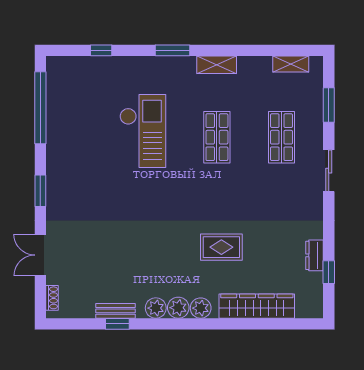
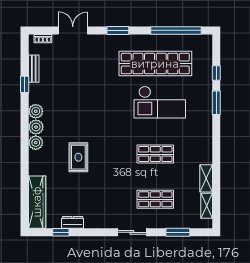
window: (173, 50) -> (216, 103), moved
shelving: (217, 65) -> (206, 178), moved
shop shelf: (88, 137) -> (155, 64), added
wardrobe: (257, 306) -> (37, 202), moved
bench: (115, 311) -> (34, 69), moved

